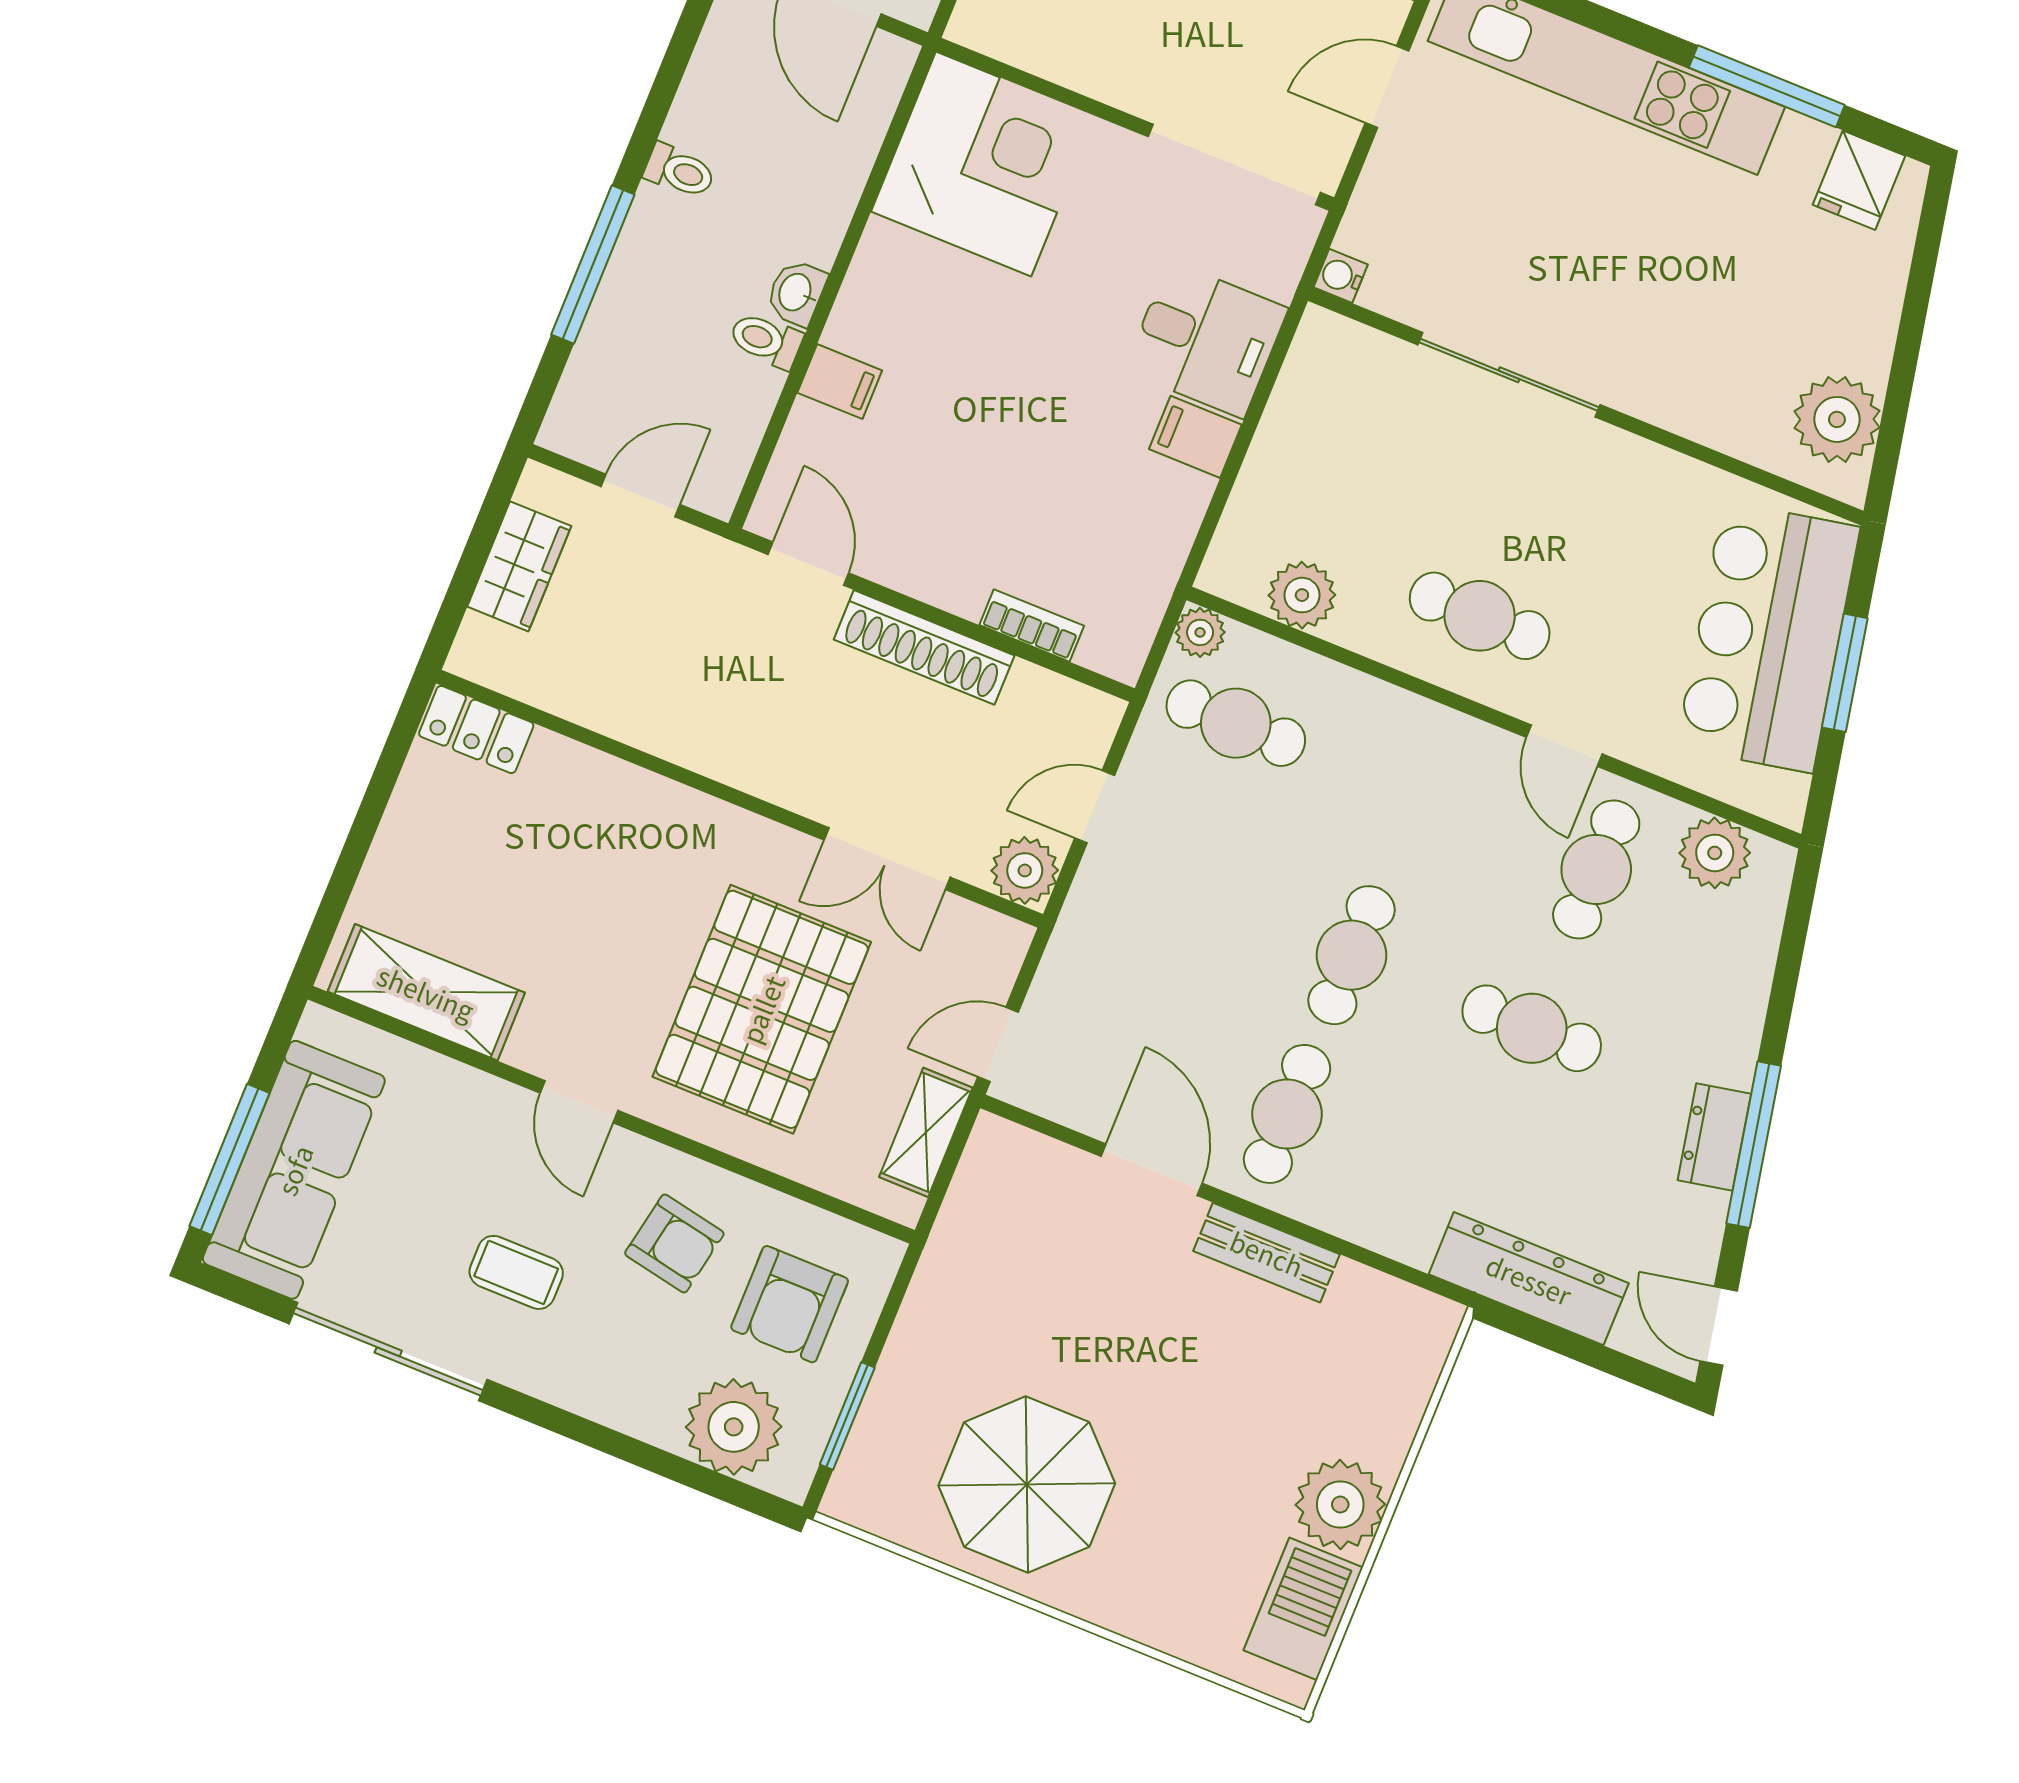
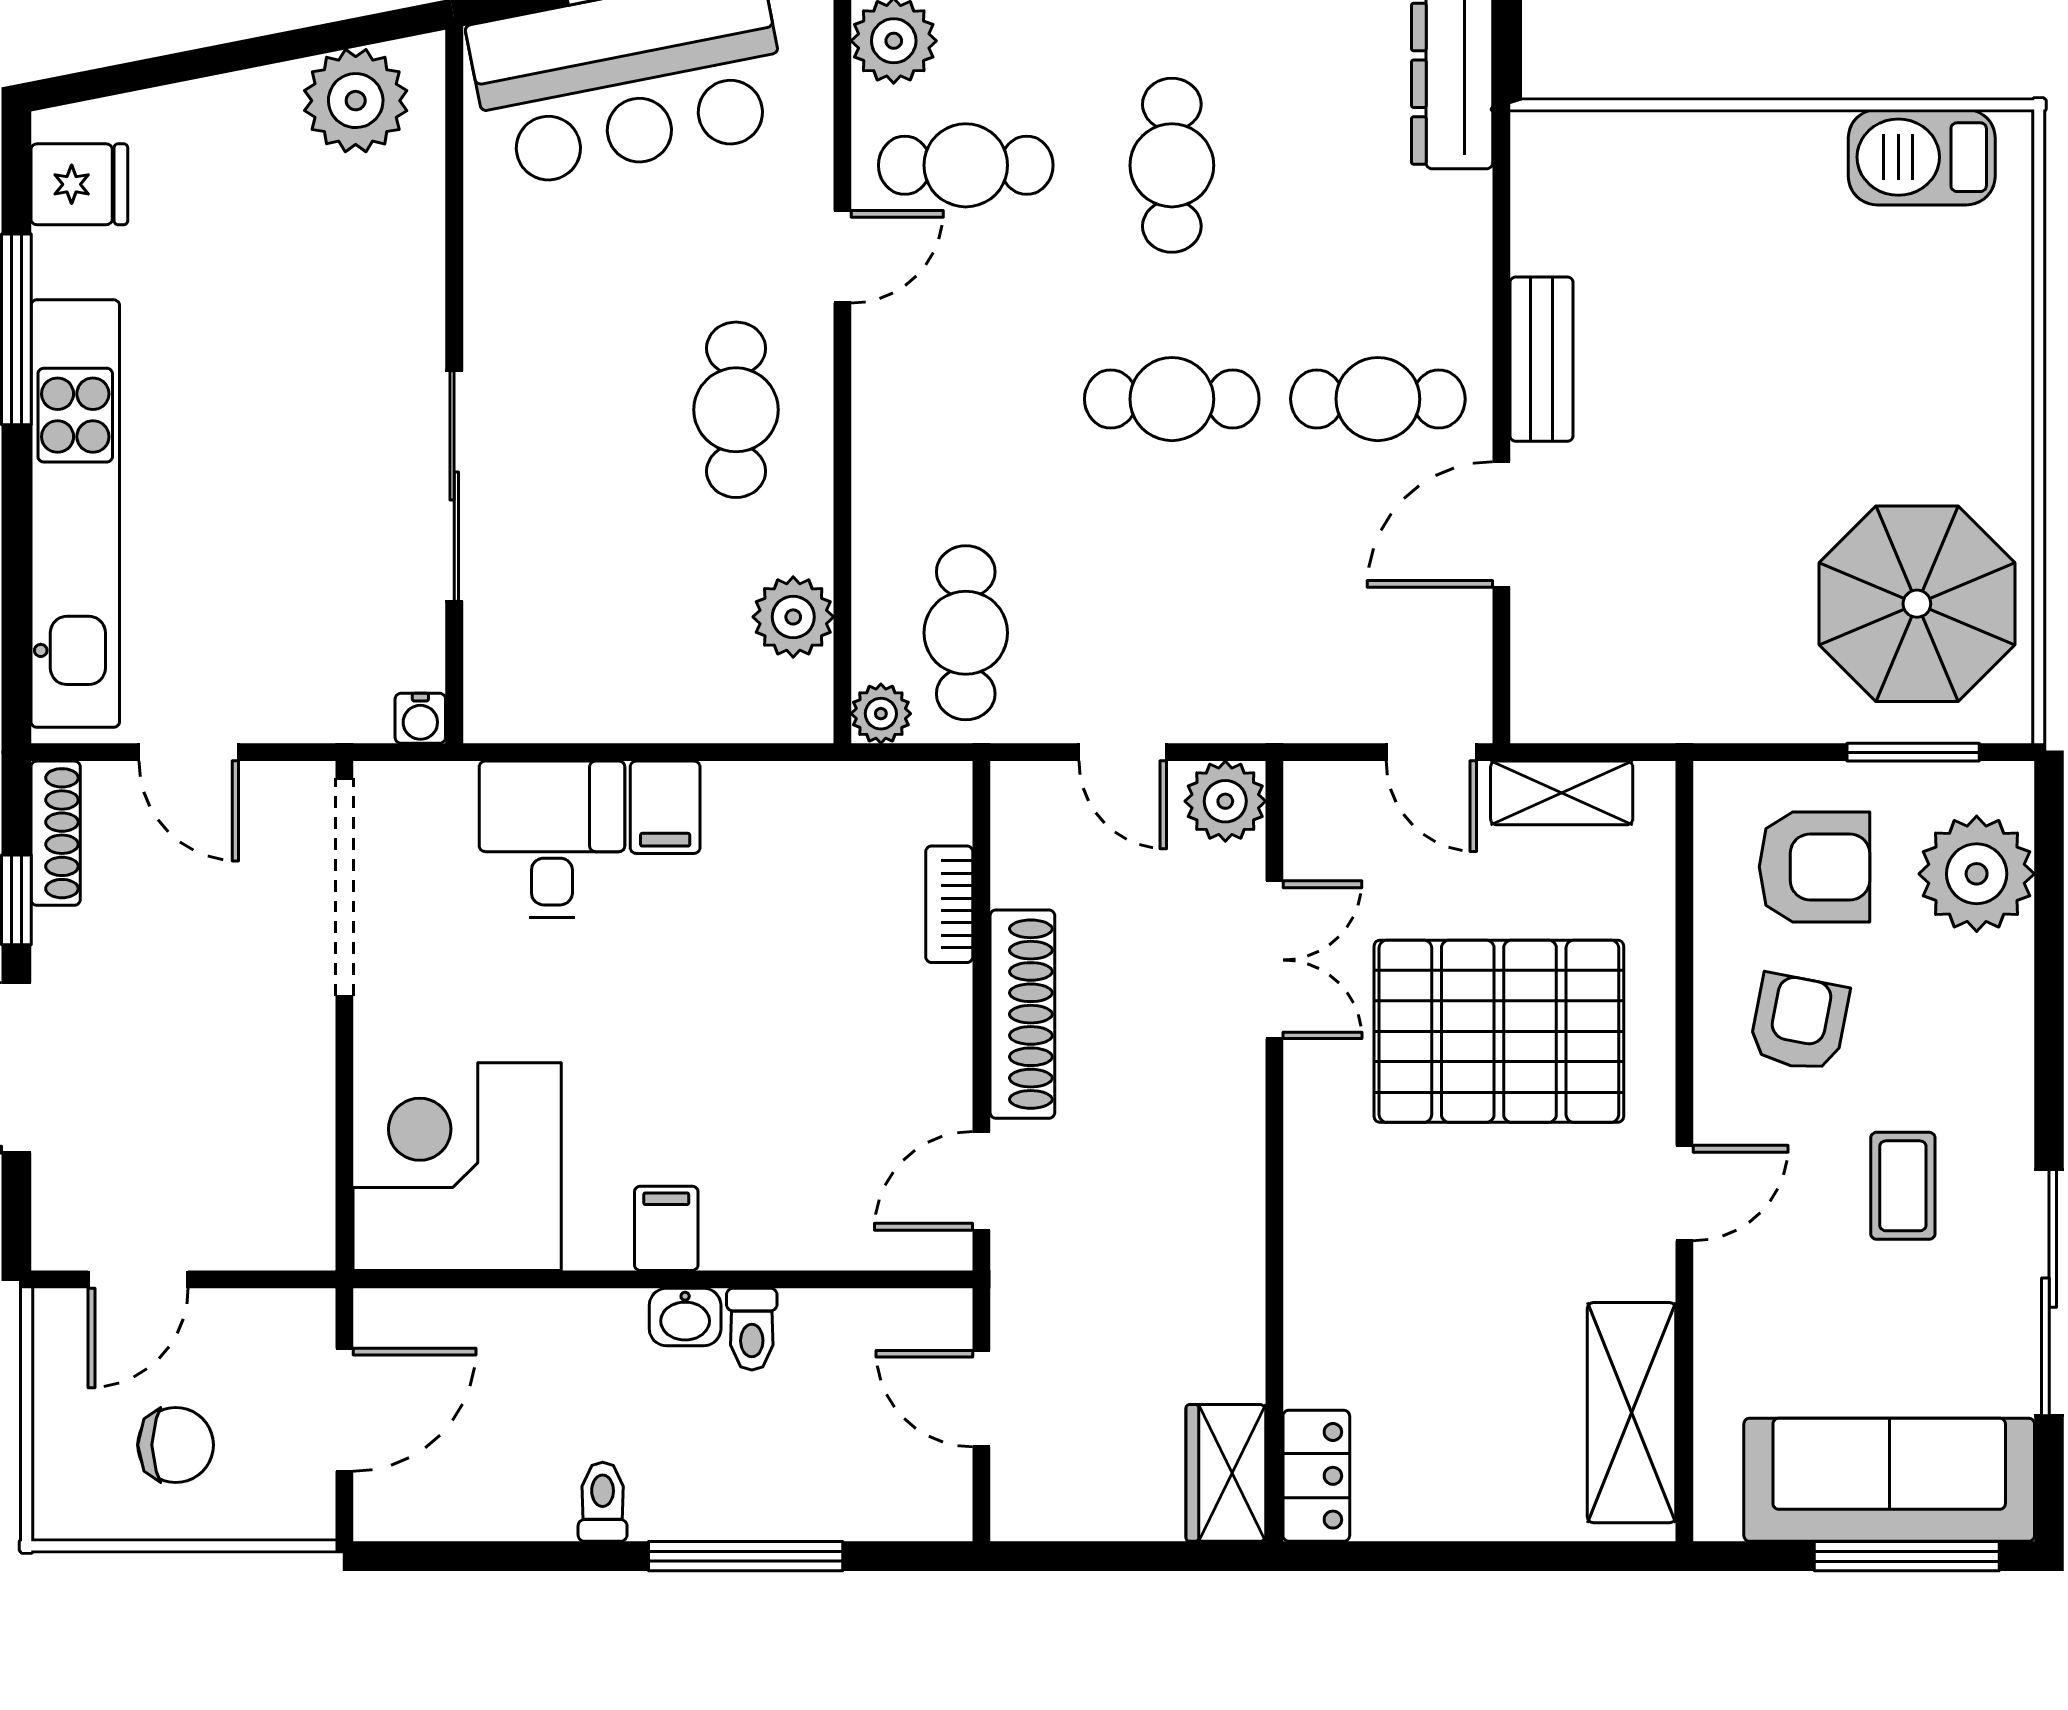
filing cabinet: (840, 382) -> (666, 1228), moved
wardrobe: (519, 566) -> (1226, 1473), moved, turned -90
parasol: (1027, 1485) -> (1917, 604), moved
plant: (1340, 1505) -> (1789, 163), removed

